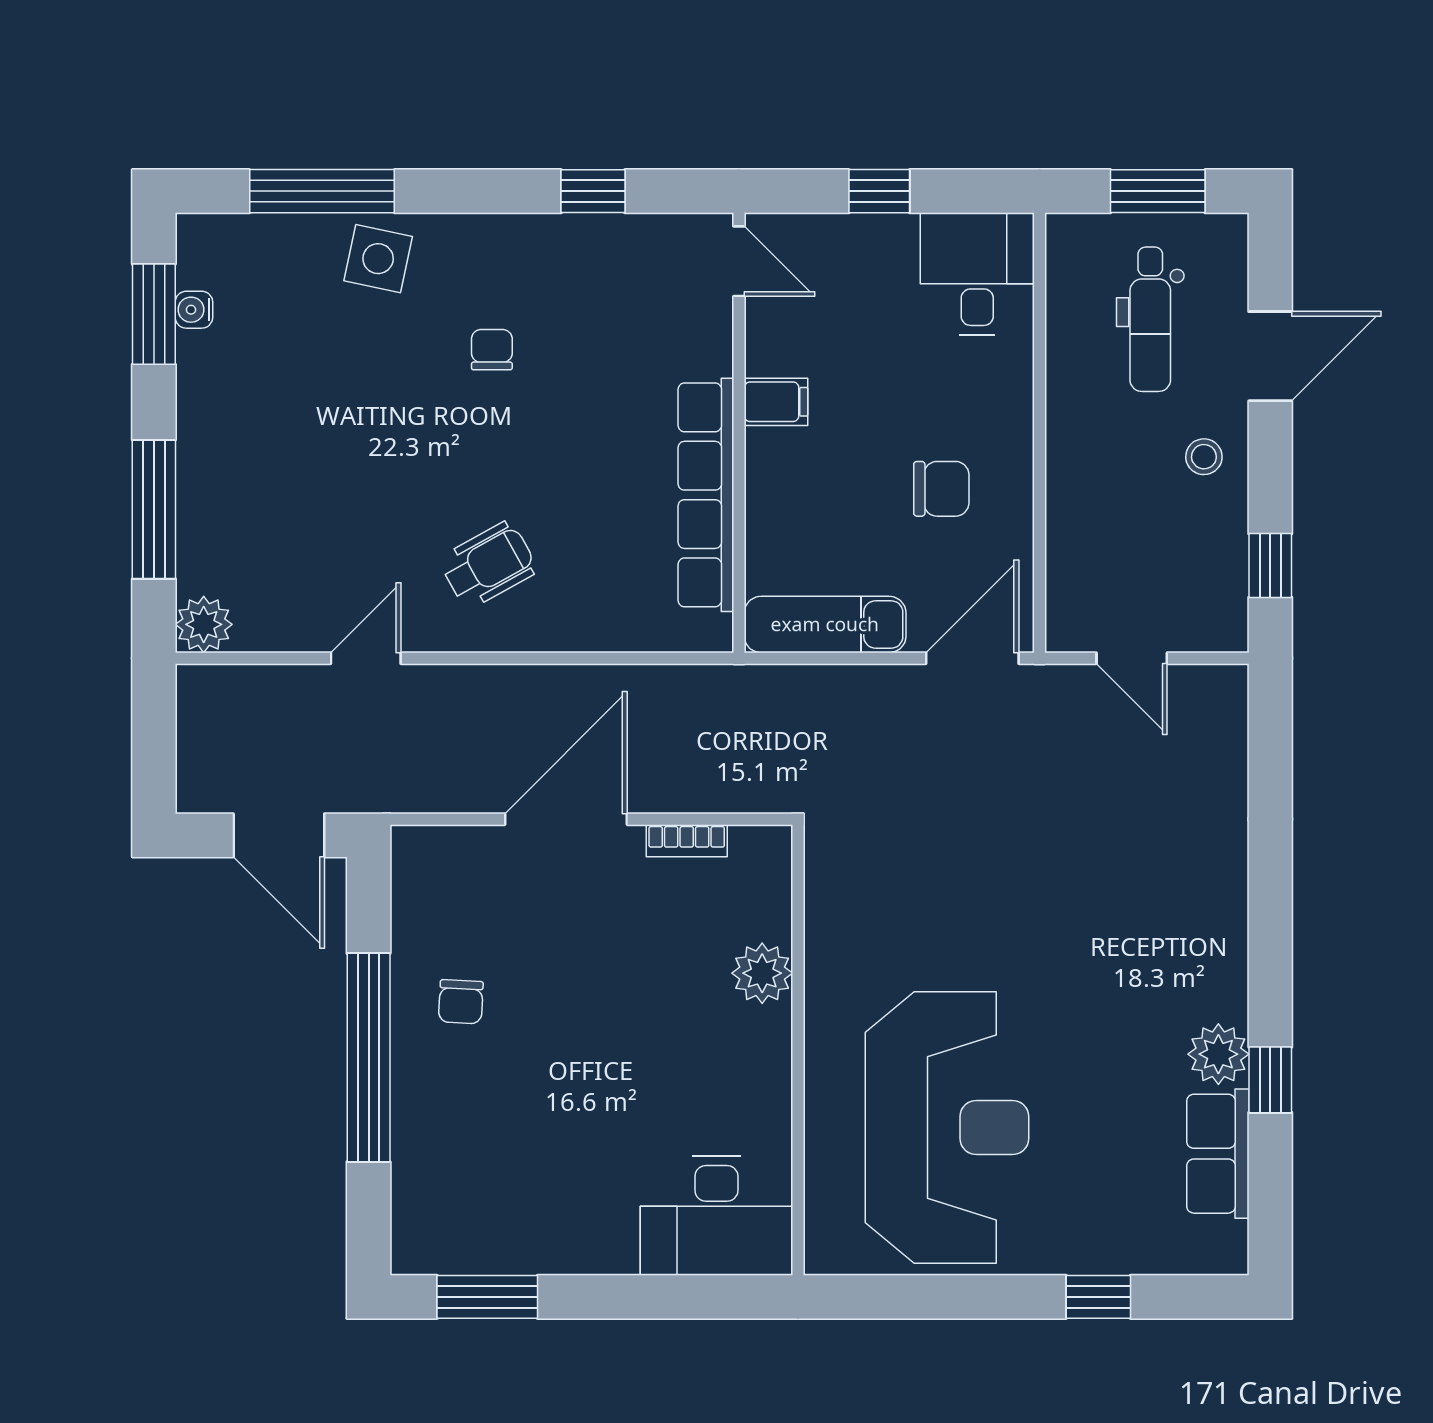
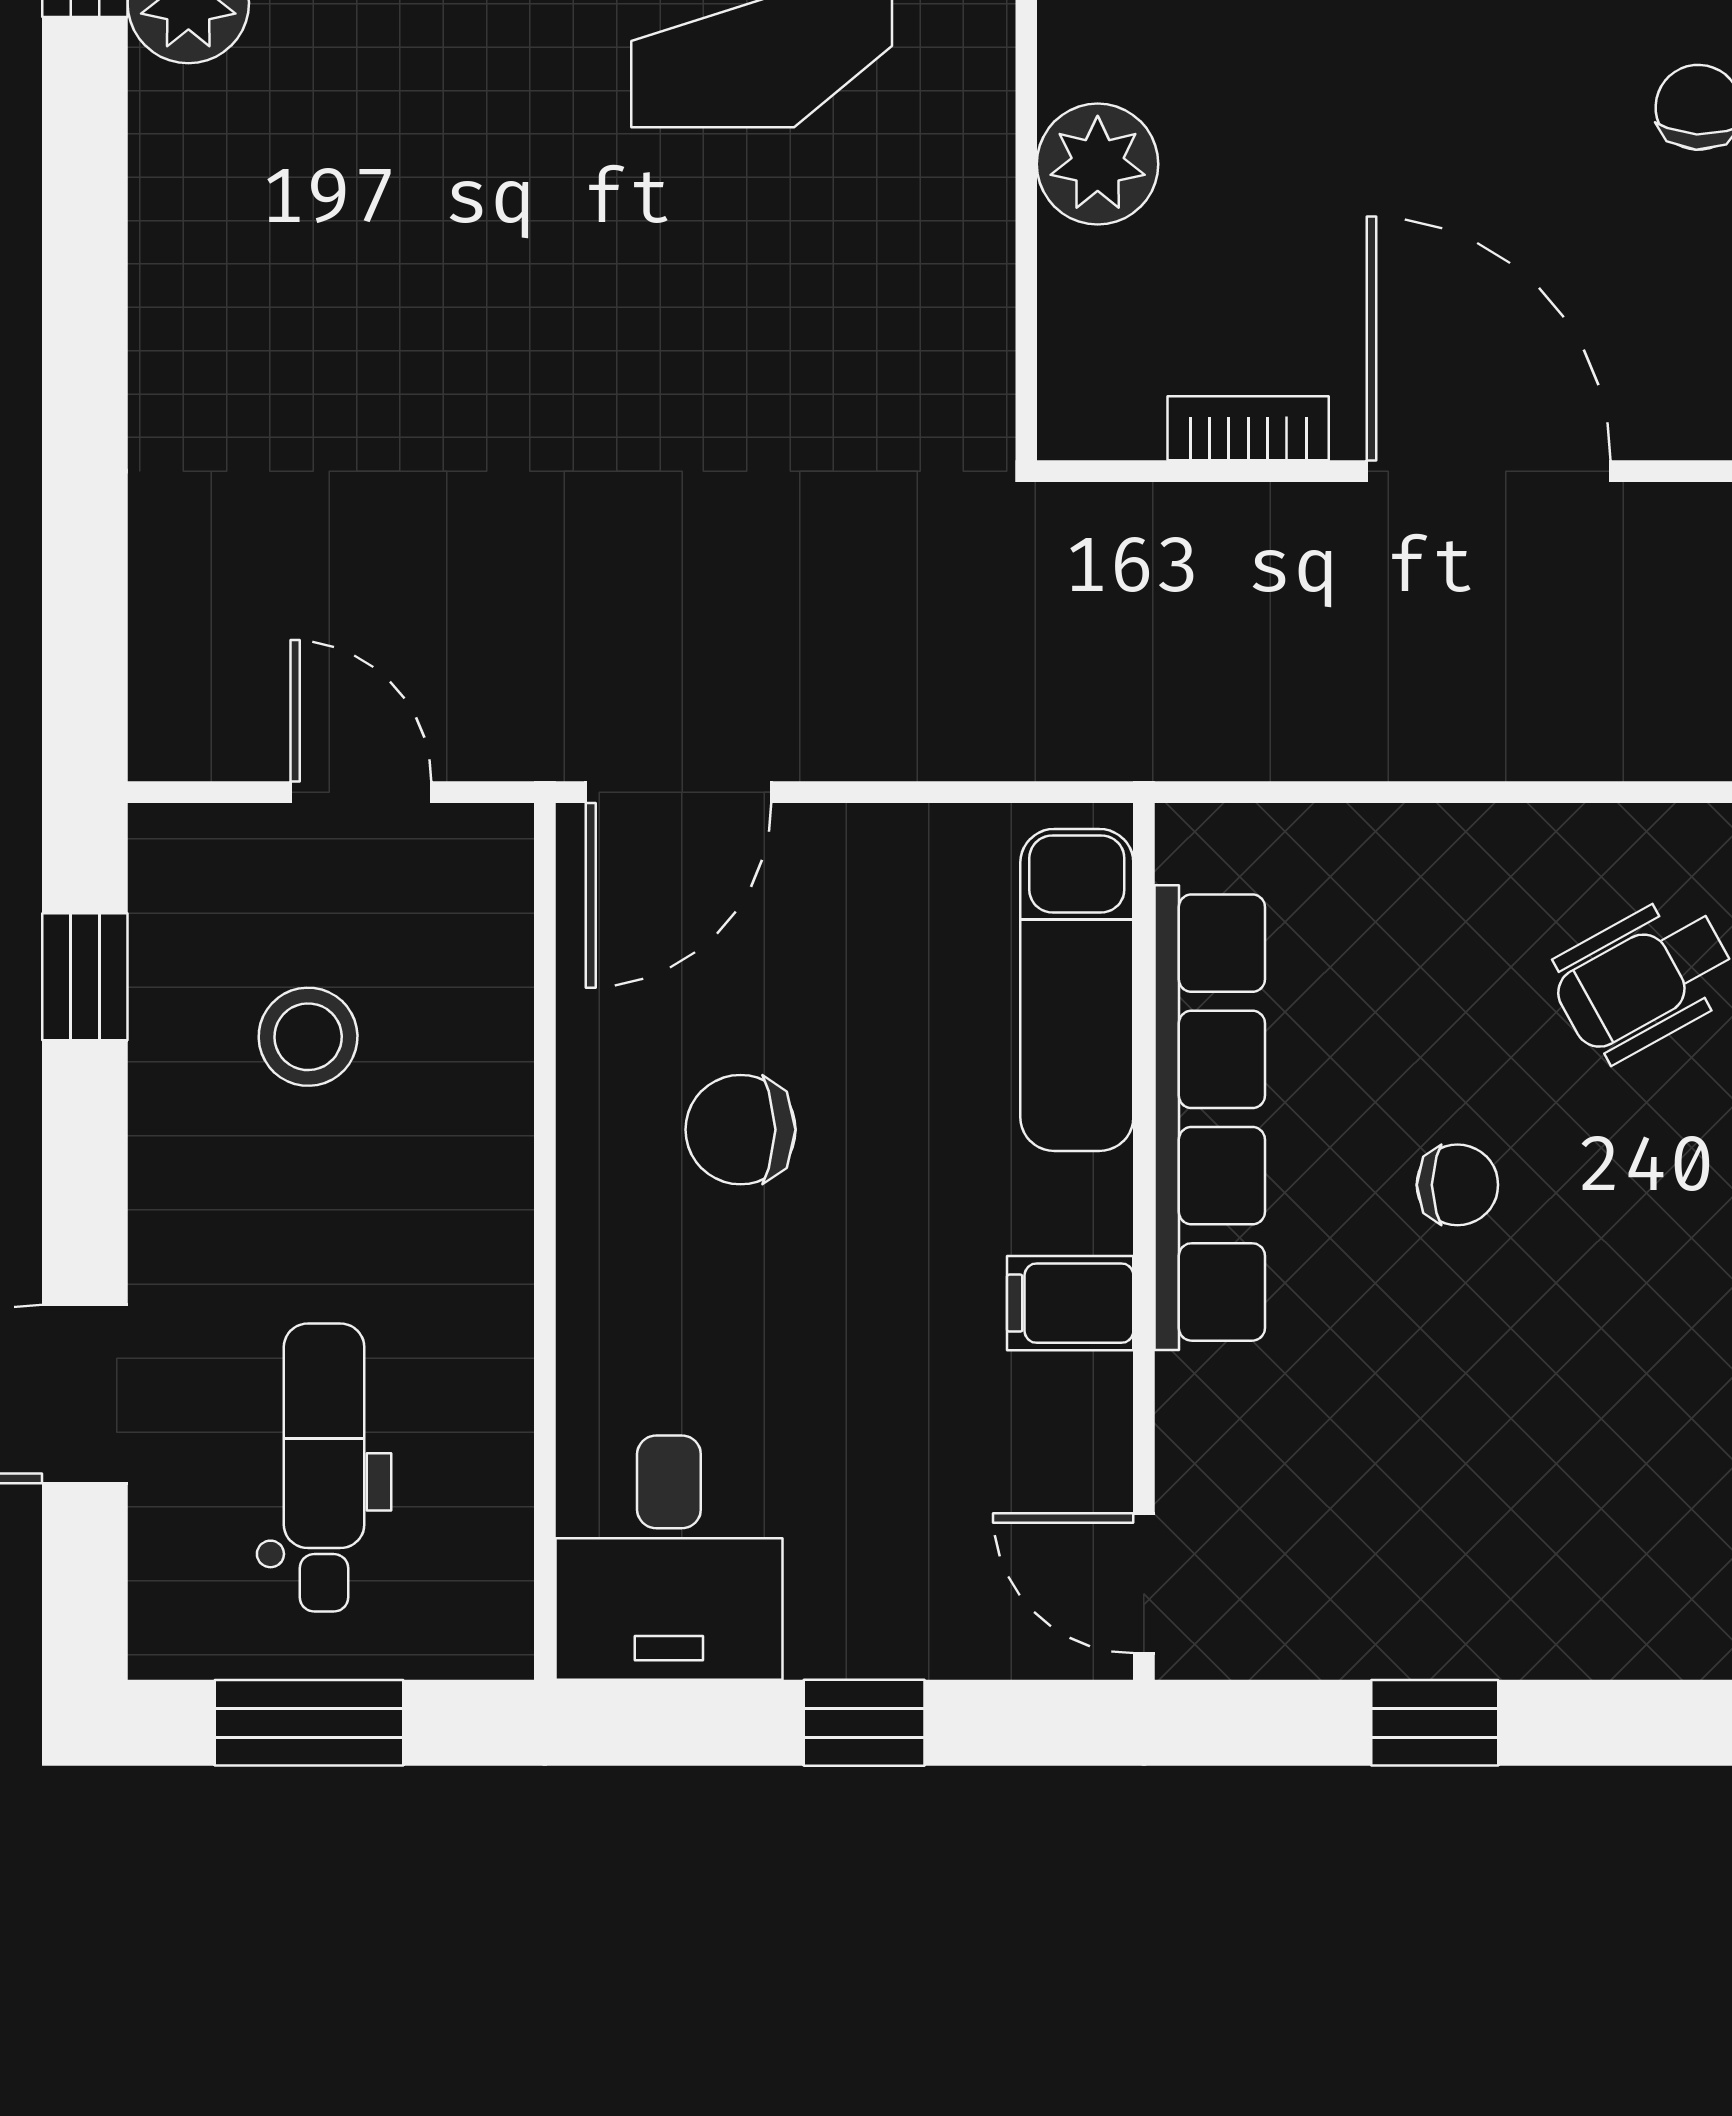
chair: (492, 350) -> (1457, 1185), moved, turned -90
stool: (1204, 457) -> (308, 1037), moved, width x1.37, depth x1.37
exam couch: (825, 624) -> (1077, 990), moved, turned 90
door: (566, 819) -> (1489, 471), swing flipped

